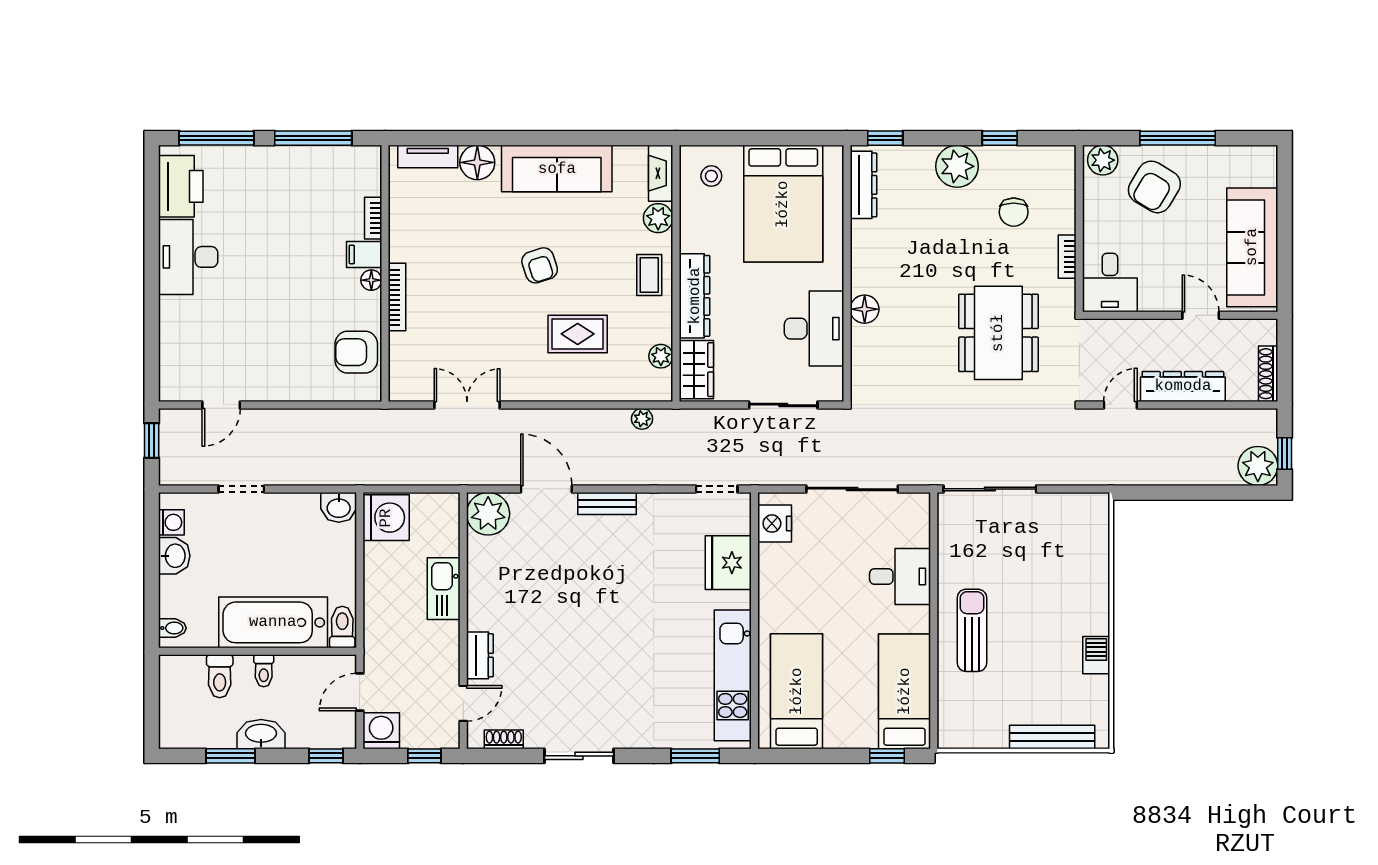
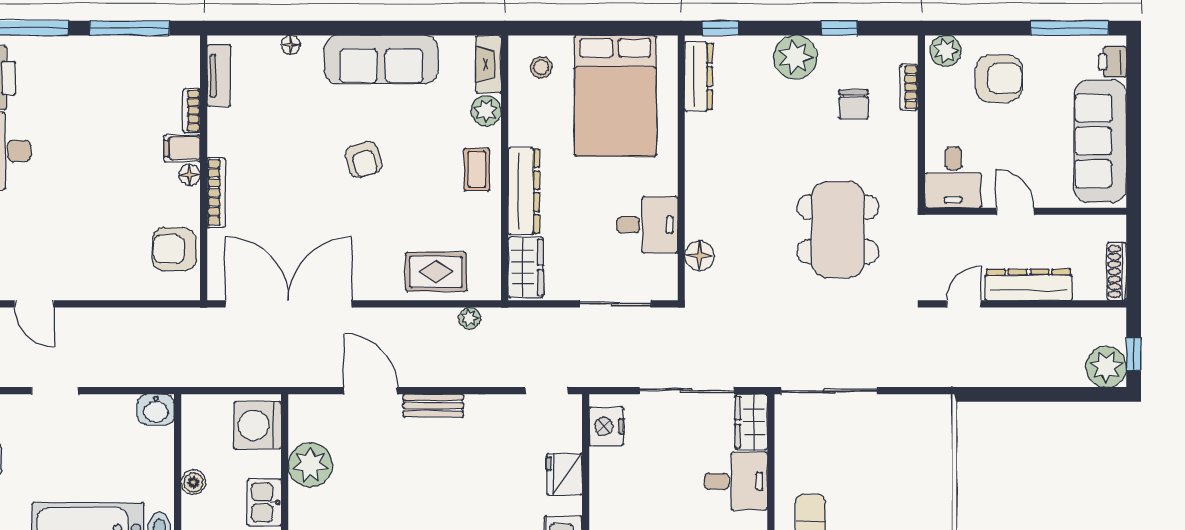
window: (1178, 138) -> (1070, 28), moved
tv unit: (428, 157) -> (219, 76), moved, turned -90
floor lamp: (477, 162) -> (291, 45), width x0.53, depth x0.53
printer: (1264, 171) -> (1112, 62), added
armchair: (1154, 187) -> (999, 79), turned -121
bookcase: (1067, 257) -> (909, 87), moved
floor lamp: (865, 309) -> (699, 256), moved
door: (1201, 315) -> (1015, 211), moved
desk: (814, 329) -> (647, 225), width x0.73
rug: (578, 334) -> (436, 272), moved
plant: (661, 356) -> (489, 253), removed
door: (221, 405) -> (34, 304), hinge flipped
double door: (467, 405) -> (289, 304), width x1.87
plant: (488, 514) -> (310, 465), moved
washing machine: (386, 518) -> (257, 425), moved, turned 180
wardrobe: (915, 519) -> (751, 422), added
fridge: (728, 563) -> (565, 474), width x0.73, depth x0.75
boiler: (375, 578) -> (194, 482), added
kitchen sink: (444, 589) -> (264, 502), width x0.73

